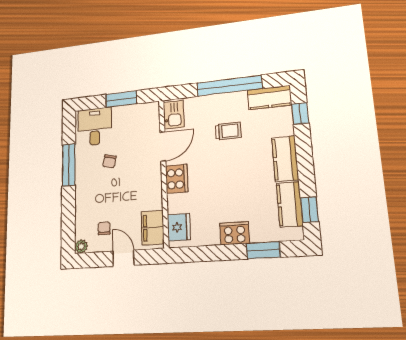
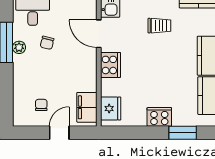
door: (163, 147) -> (99, 34), swing flipped
plant: (81, 246) -> (19, 47), moved
door: (123, 258) -> (59, 133), hinge flipped

